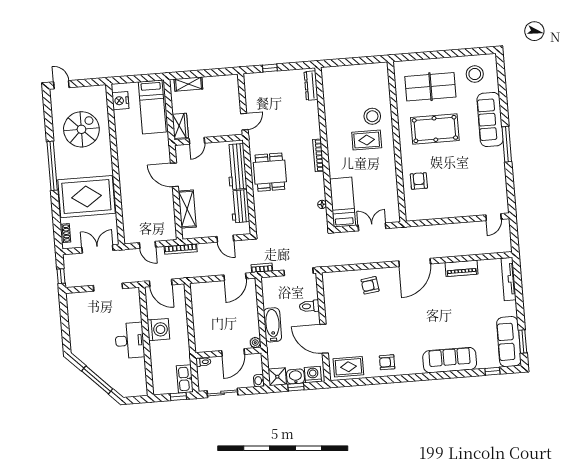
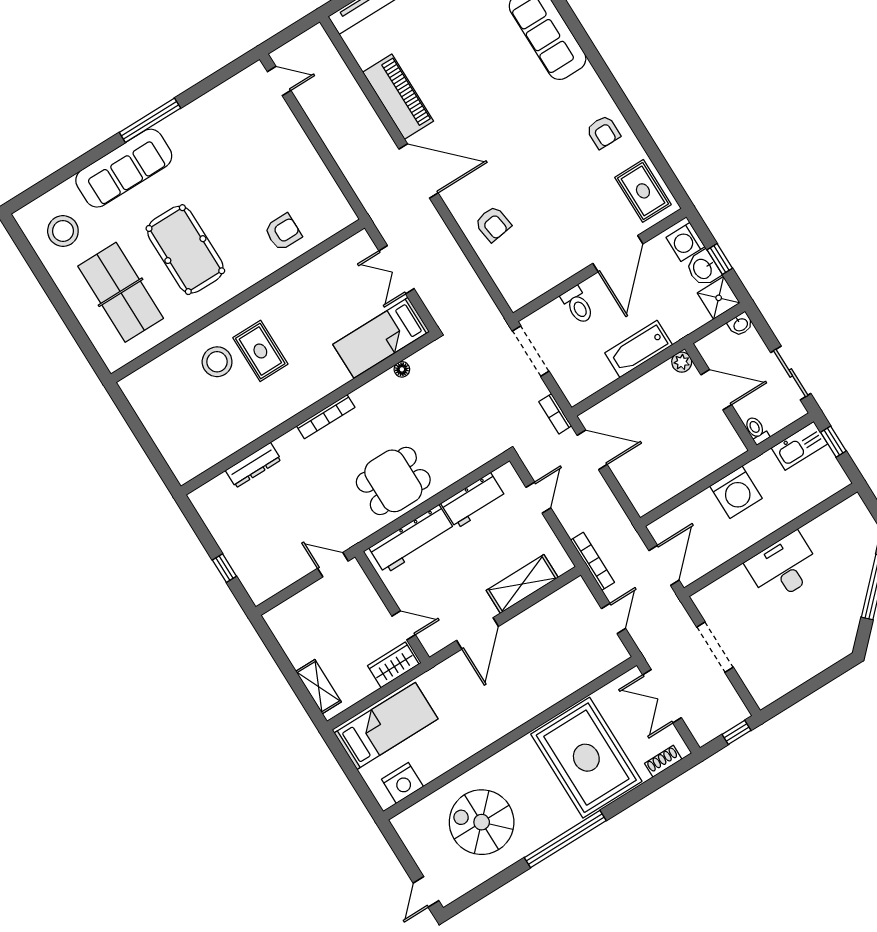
dresser: (311, 86) -> (253, 465), moved
armchair: (419, 181) -> (283, 232), turned 180
piano: (462, 268) -> (398, 97), width x1.37, depth x1.33
washing machine: (158, 330) -> (736, 492), moved, turned 180

